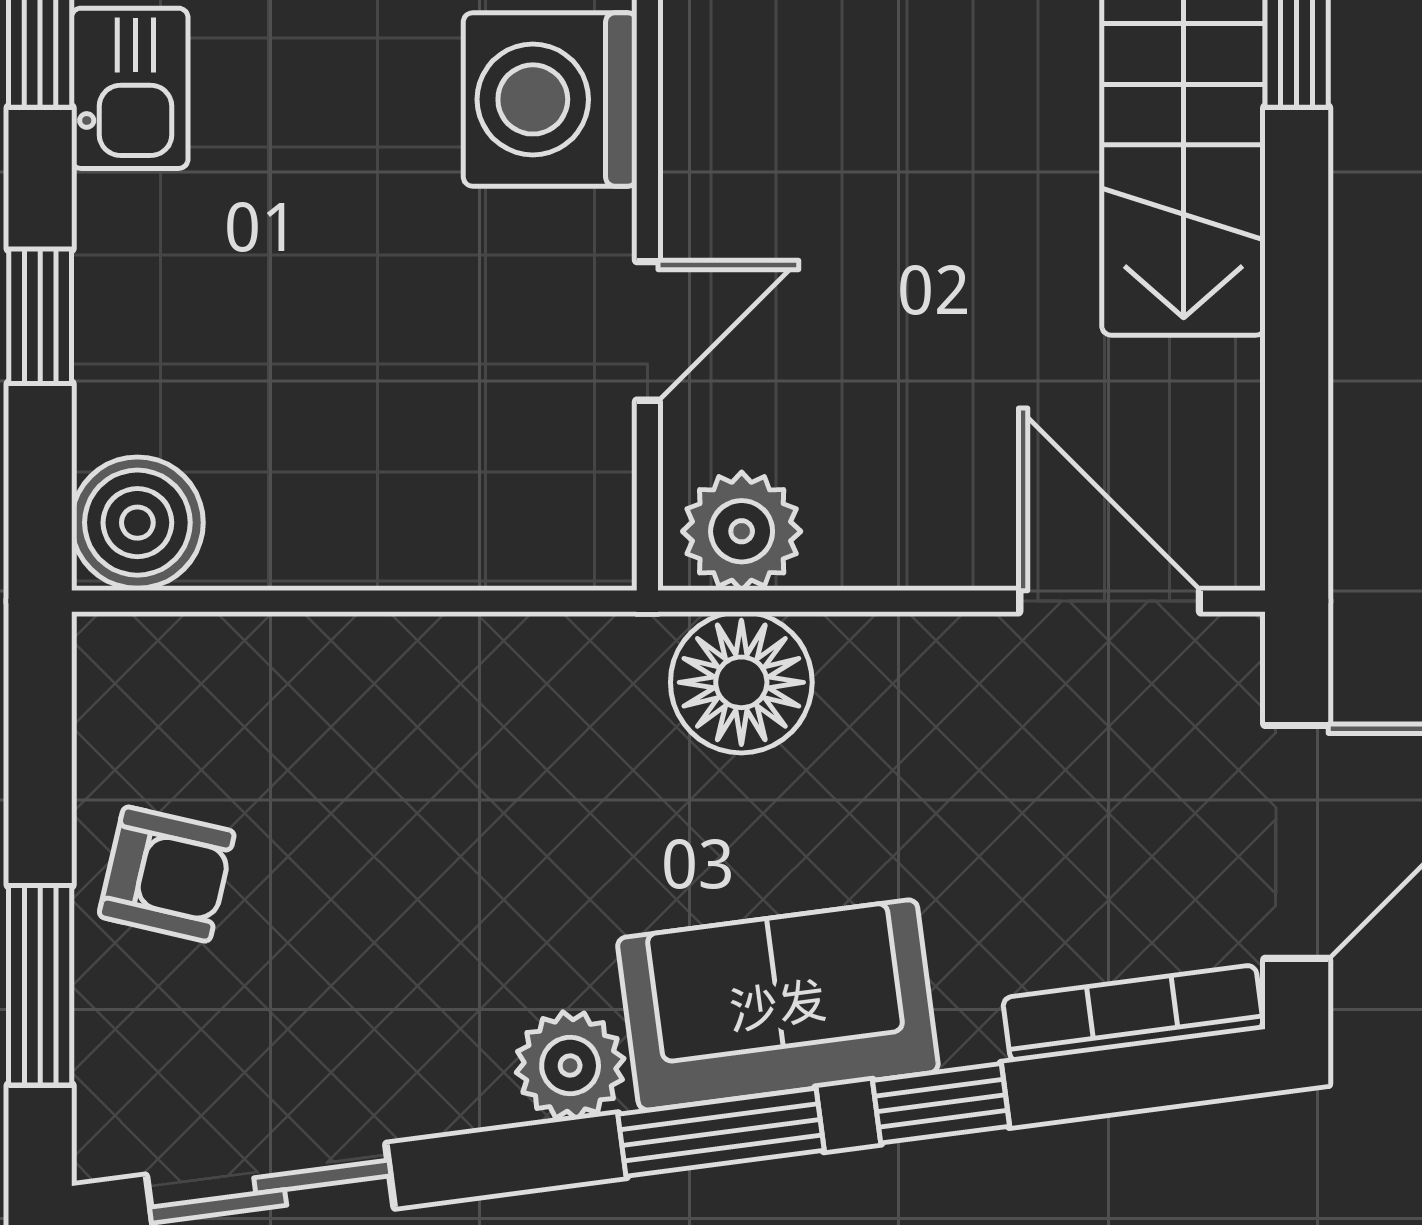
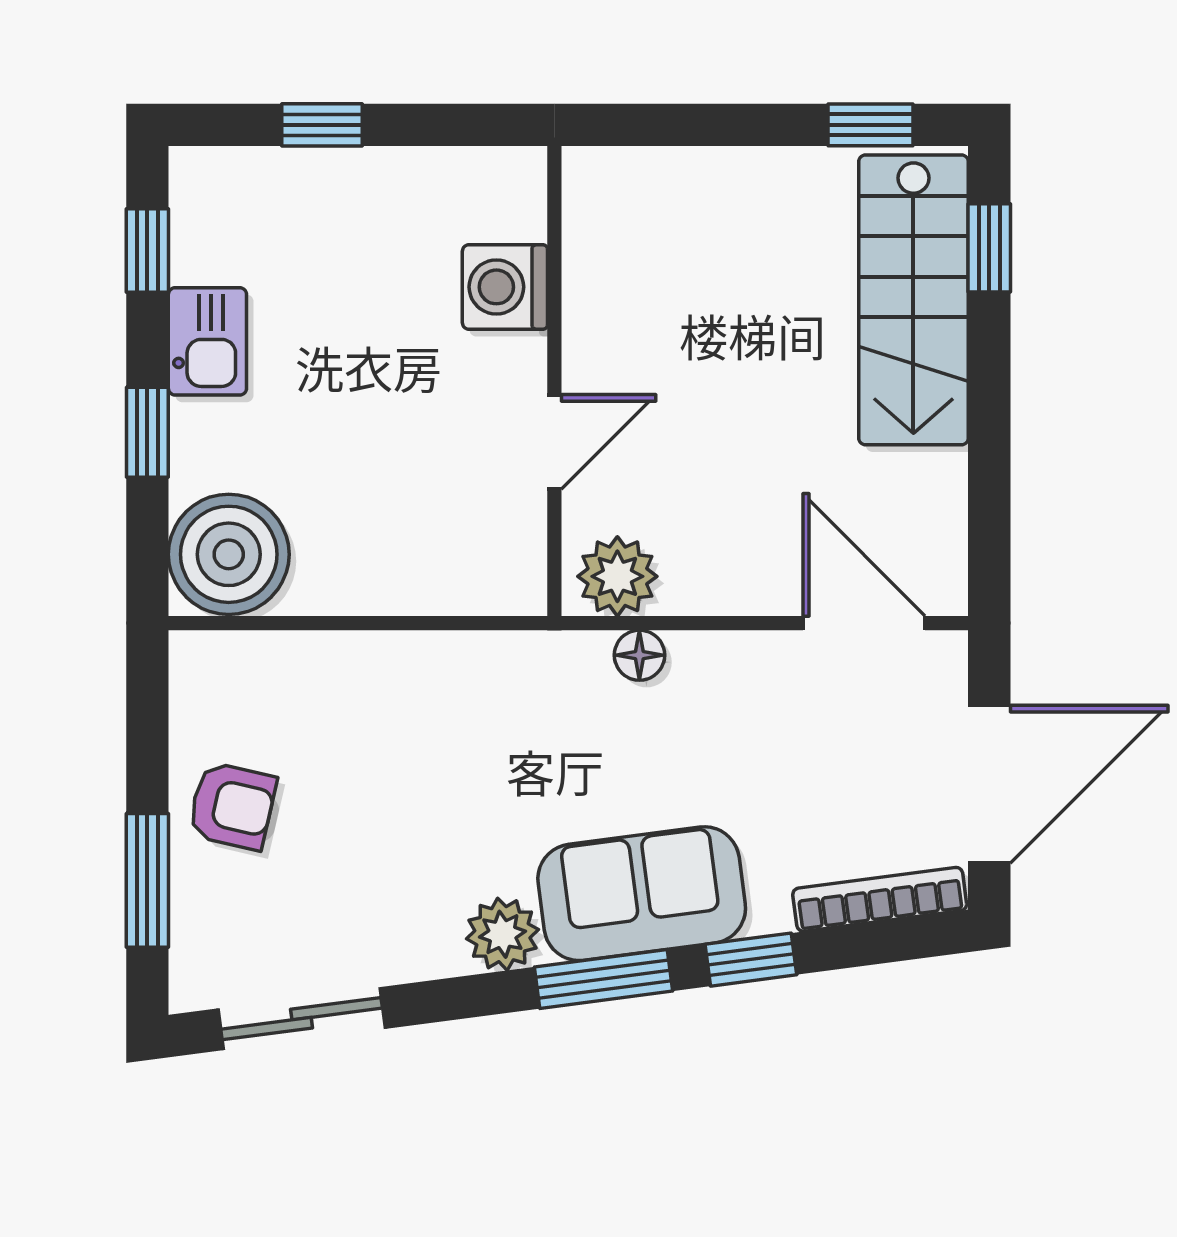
kitchen sink: (130, 88) -> (207, 341), moved
washing machine: (550, 99) -> (505, 287), width x0.73, depth x0.73
boiler: (137, 523) -> (229, 554), width x1.37, depth x1.37
floor lamp: (741, 682) -> (639, 655), width x0.53, depth x0.53

